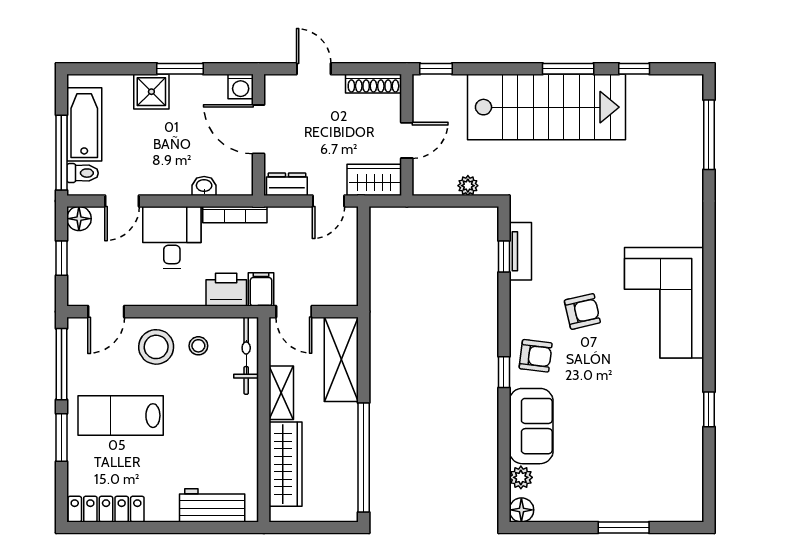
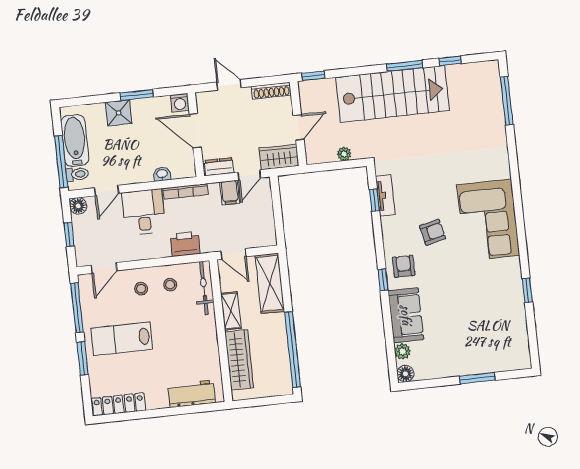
filing cabinet: (261, 289) -> (230, 193), moved, turned 180
stool: (156, 347) -> (141, 289), width x0.53, depth x0.53
armchair: (536, 356) -> (404, 266), turned -97

